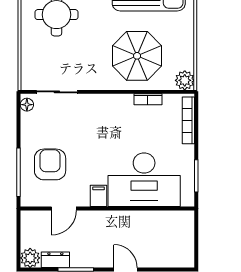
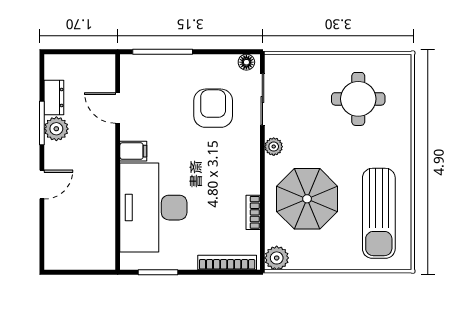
plant: (95, 83) -> (274, 147), added
armchair: (50, 164) -> (213, 108), moved, turned -90
plant: (30, 258) -> (56, 129), moved

